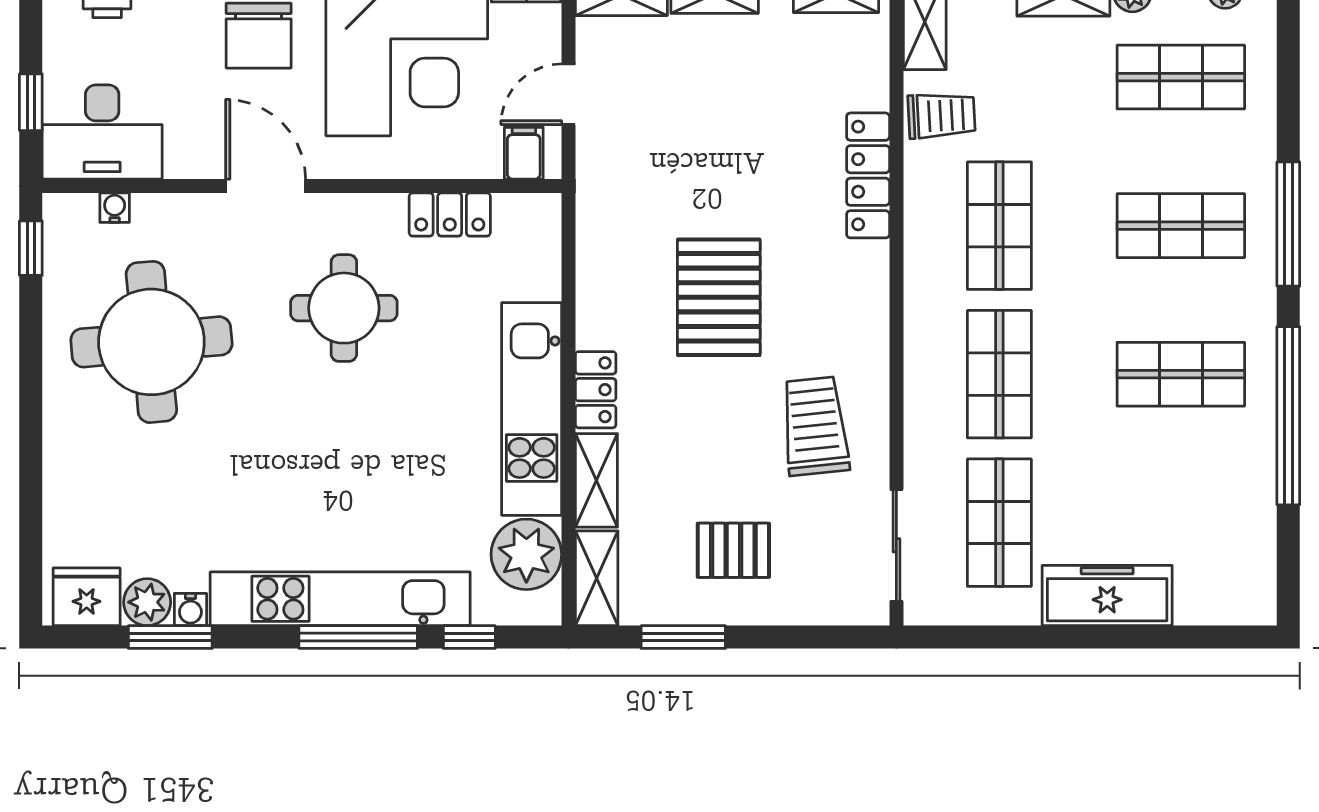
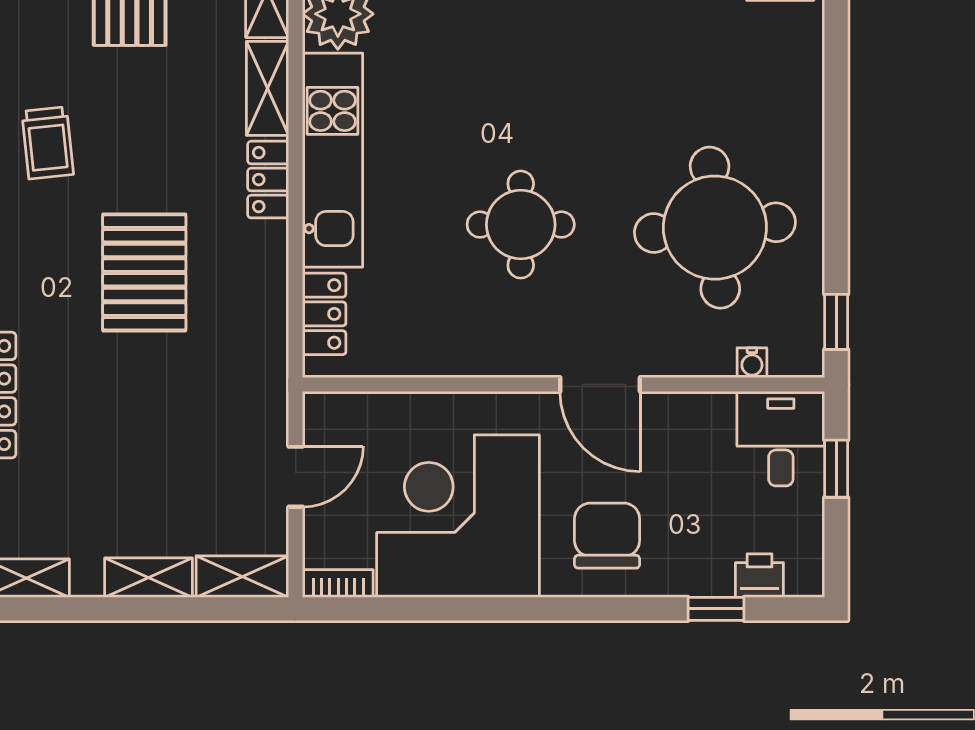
desk: (102, 132) -> (781, 439), width x0.73
filing cabinet: (524, 153) -> (340, 417), removed
locker: (450, 215) -> (324, 314), moved, turned 90
round table: (344, 308) -> (521, 225), moved
trolley: (815, 426) -> (48, 143), width x0.73, depth x0.72

